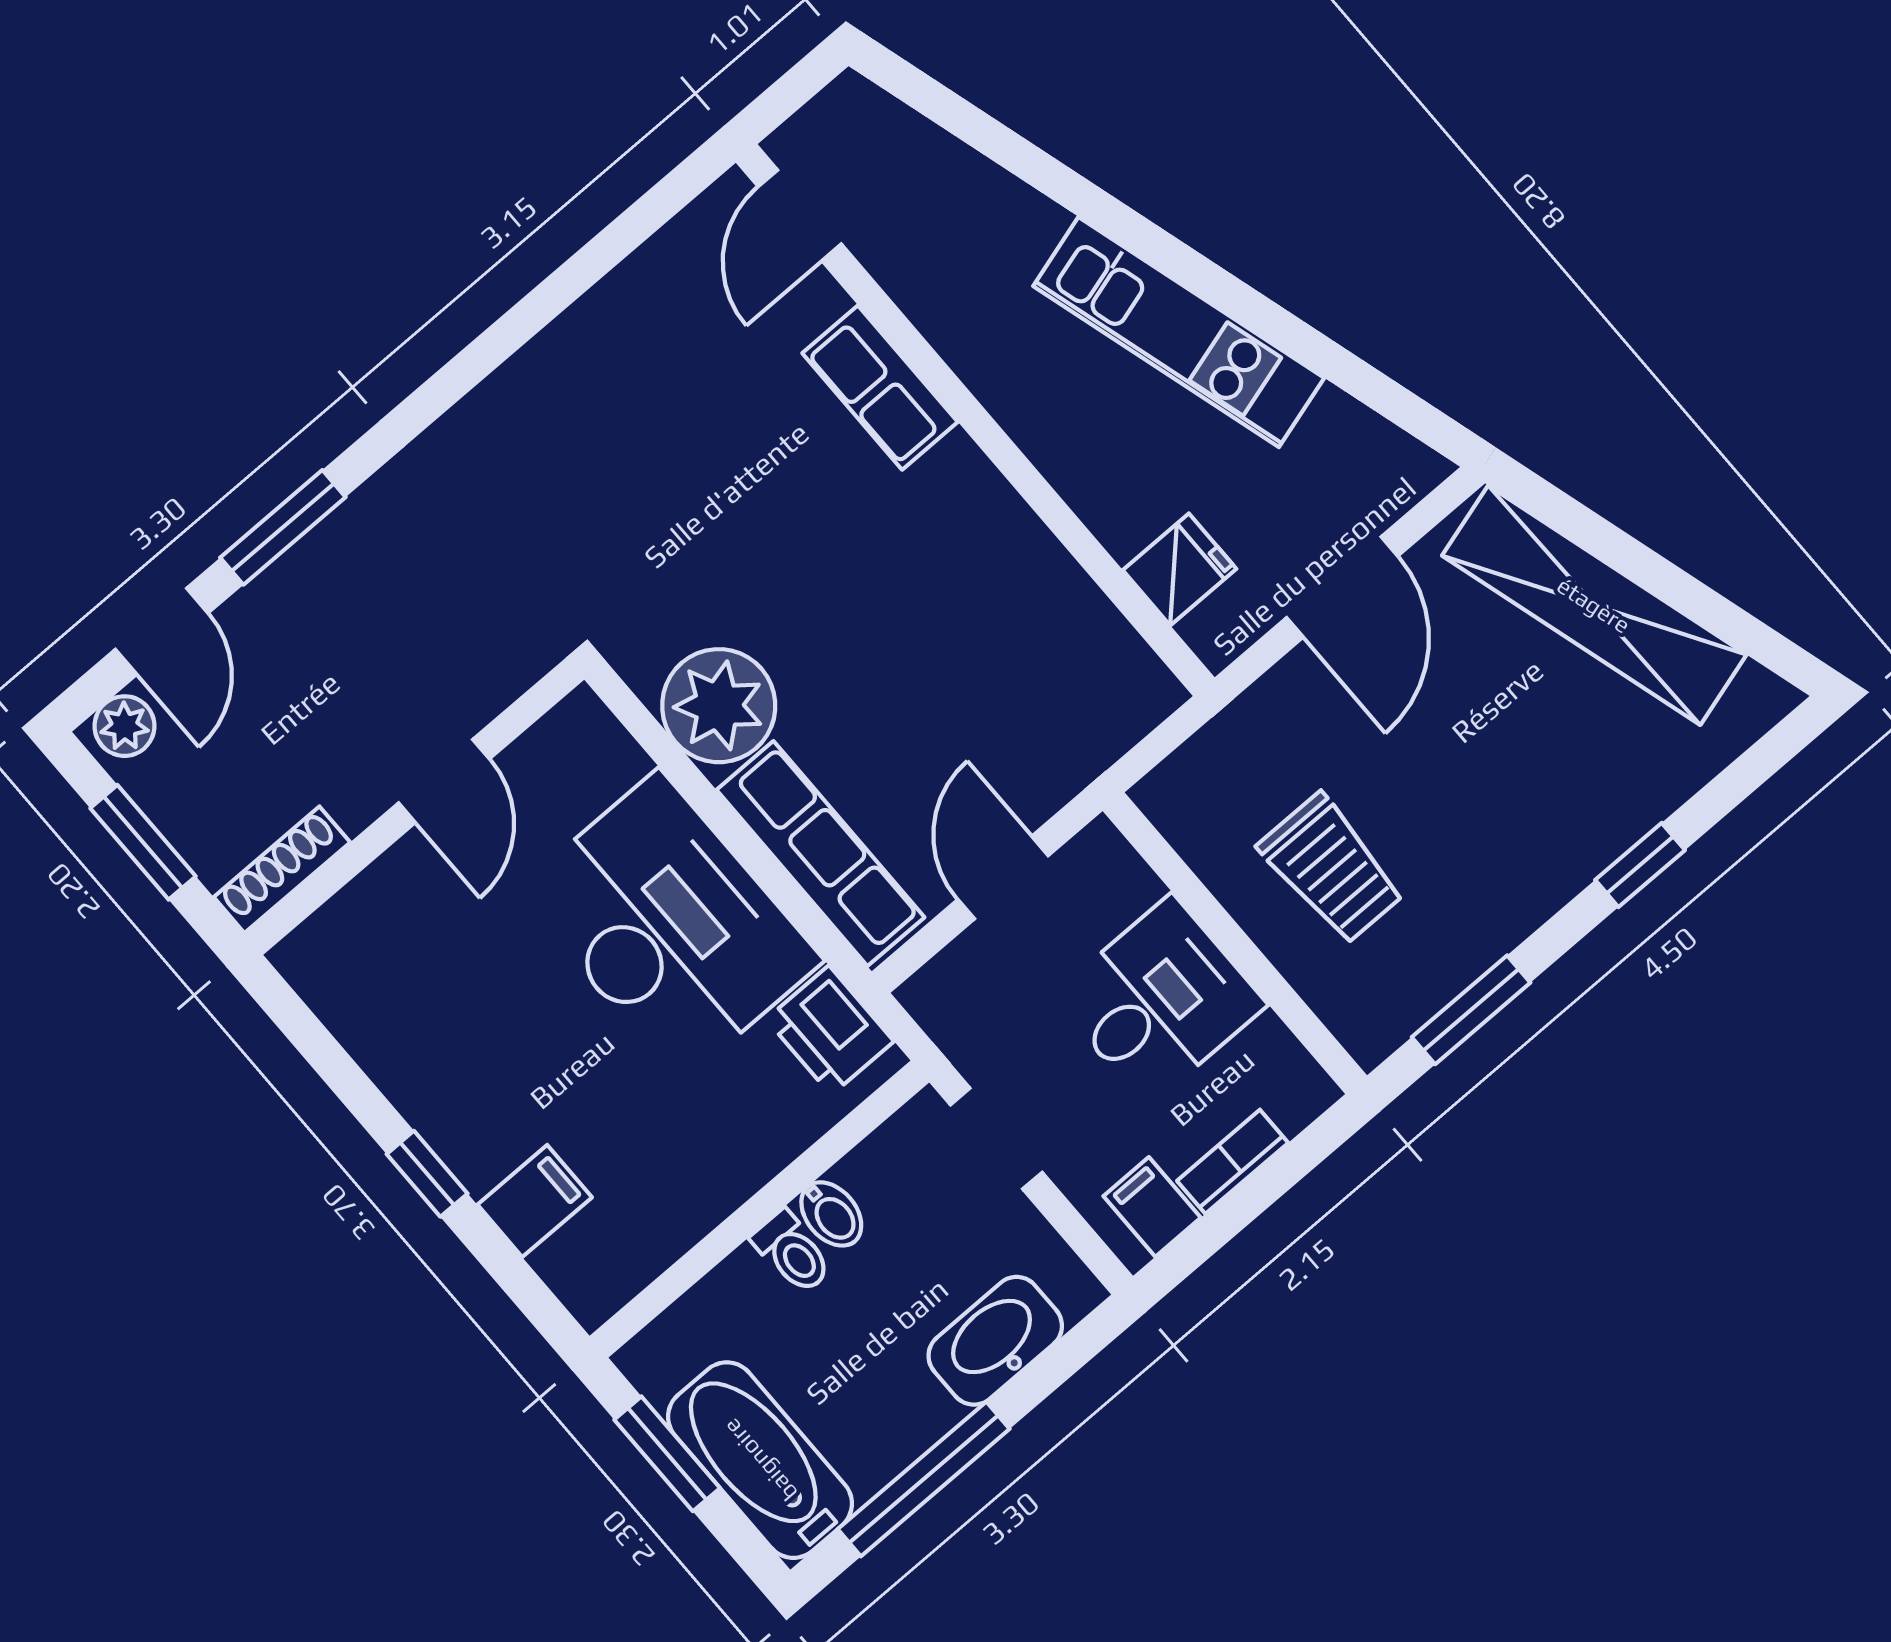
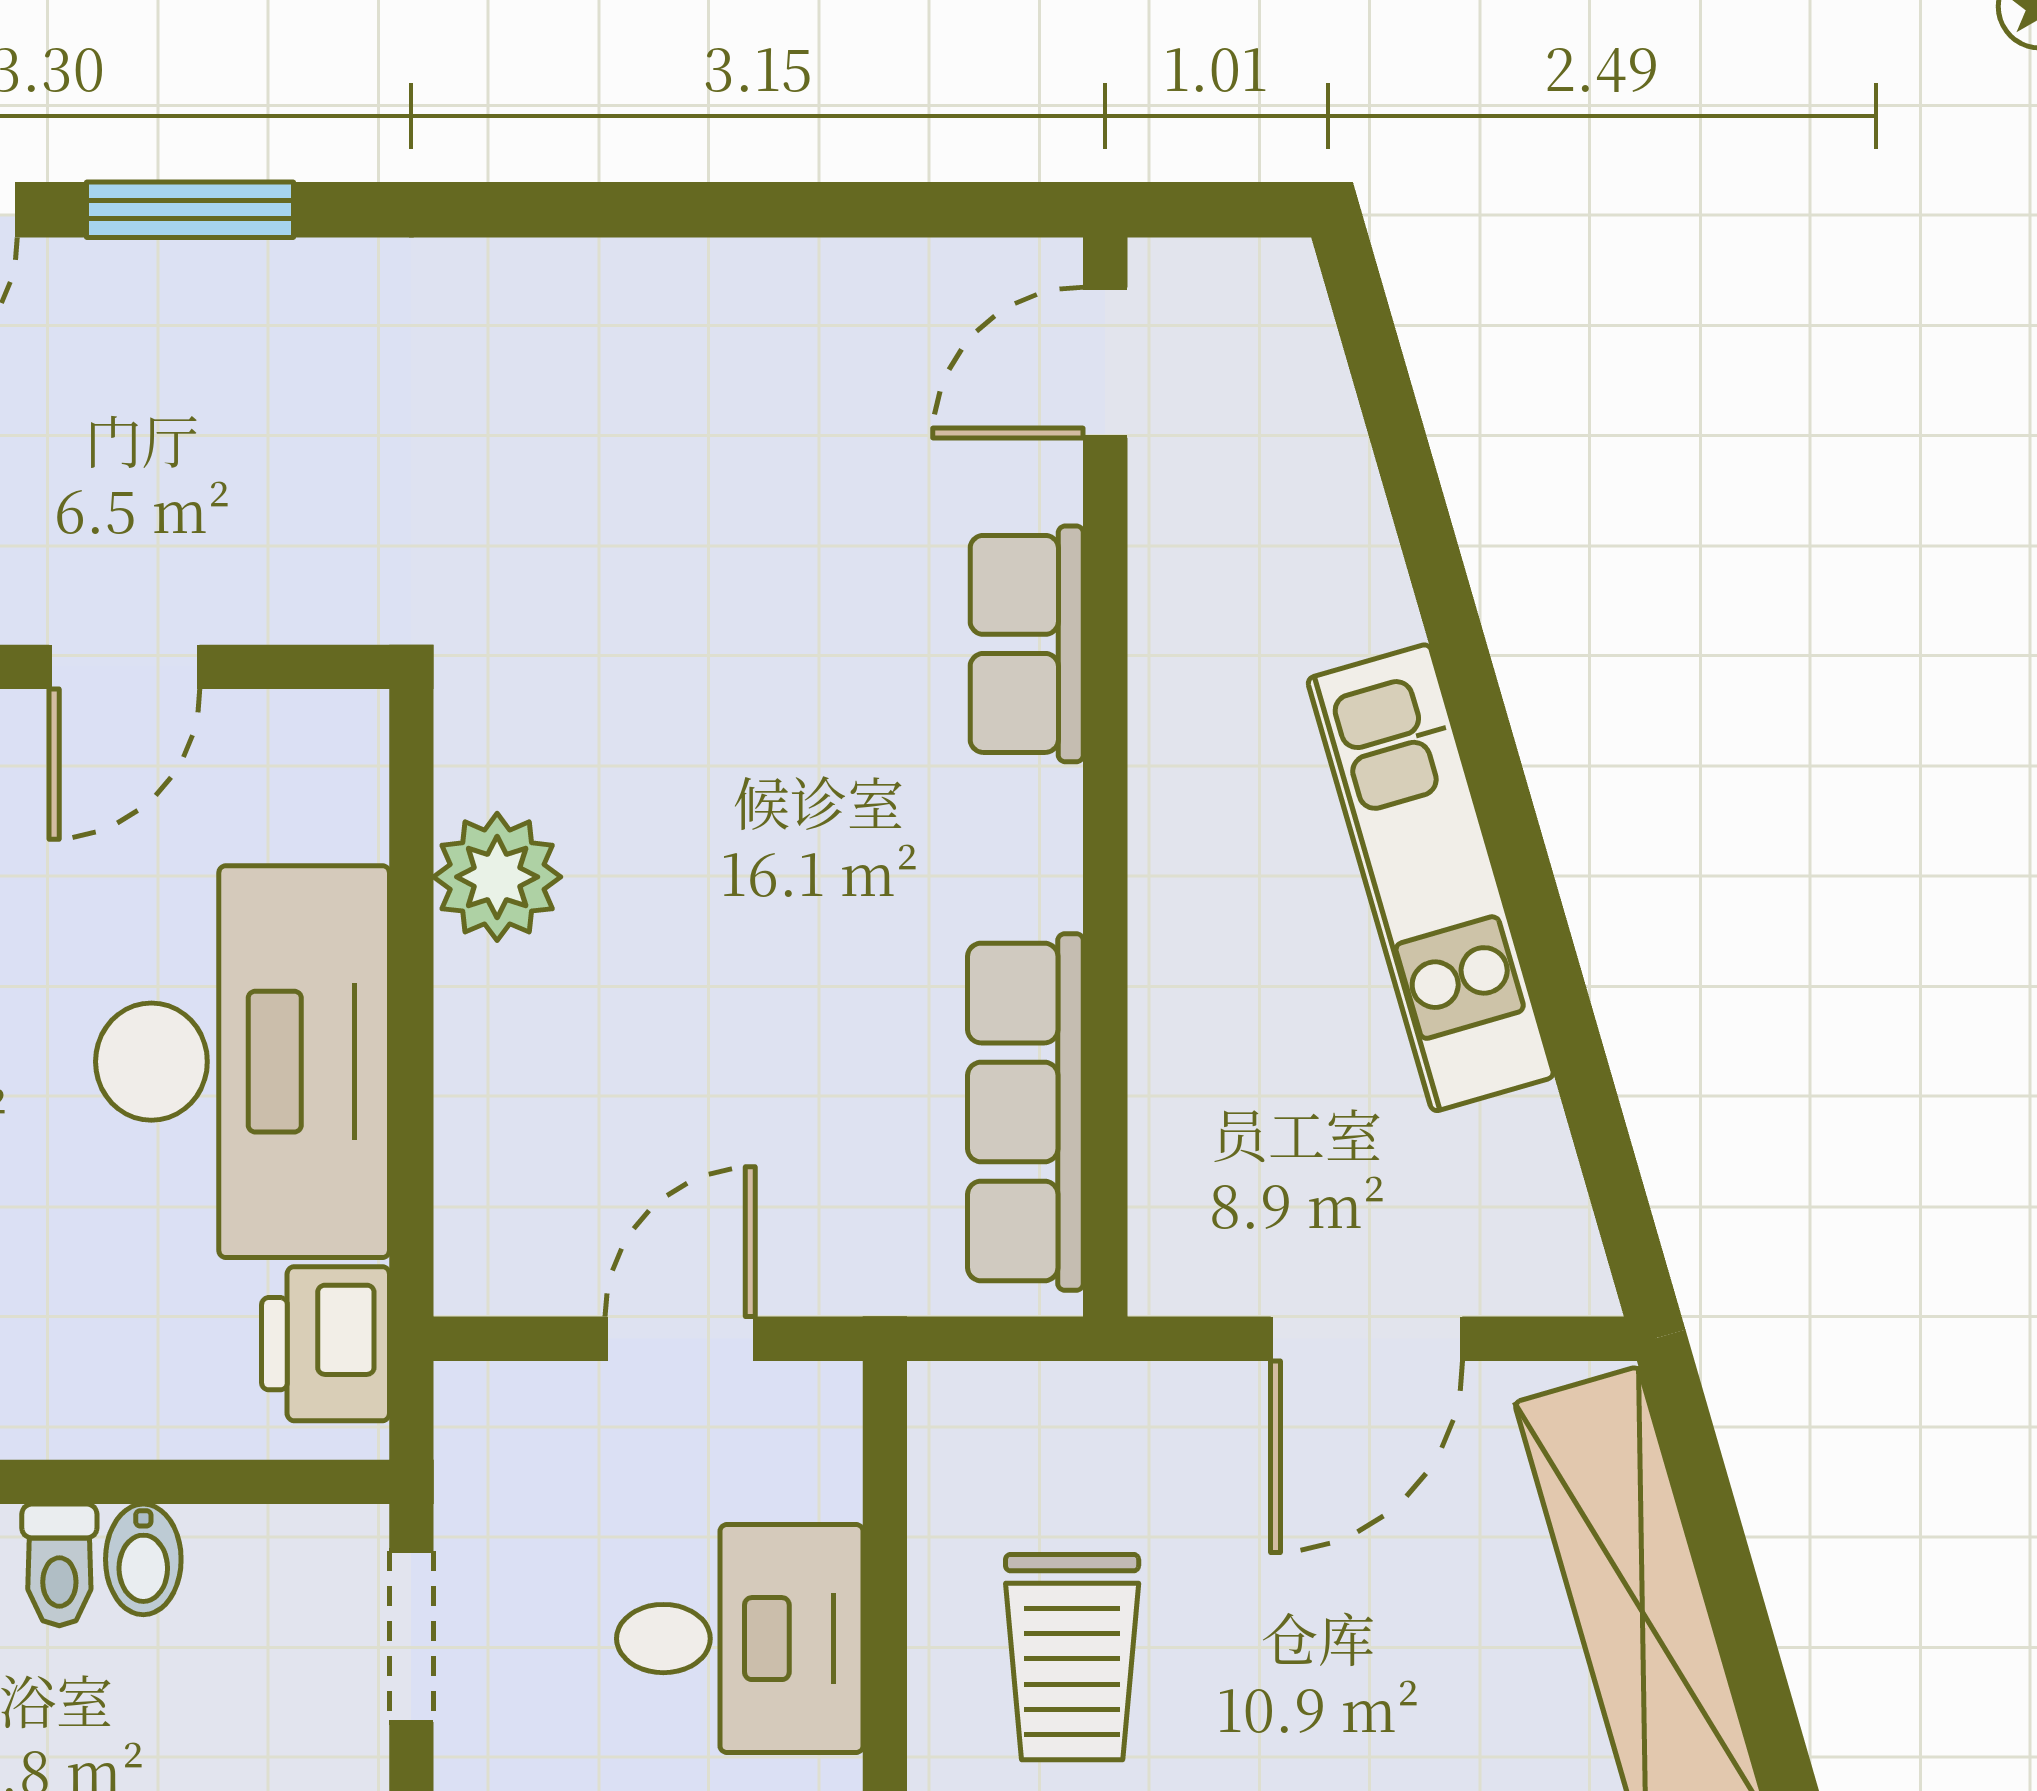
fridge: (1180, 569) -> (1194, 1156), removed
plant: (719, 706) -> (497, 877), width x0.73, depth x0.73
row of seats: (820, 854) -> (1025, 1112), moved, turned 180

